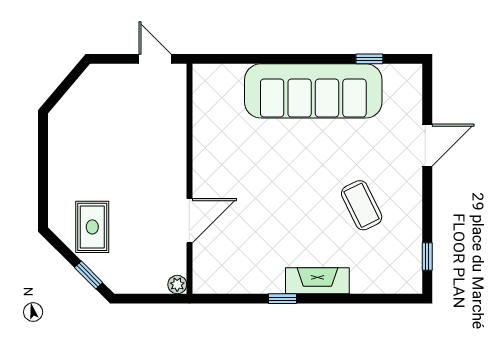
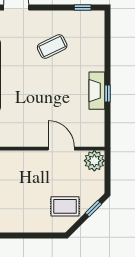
fireplace: (317, 281) -> (97, 91), moved
plant: (177, 285) -> (94, 161), width x1.87, depth x1.87

